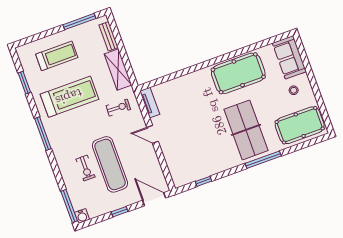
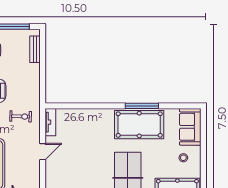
window: (234, 54) -> (142, 106), added
shelving: (118, 69) -> (33, 82), removed
door: (153, 134) -> (43, 152), swing flipped

